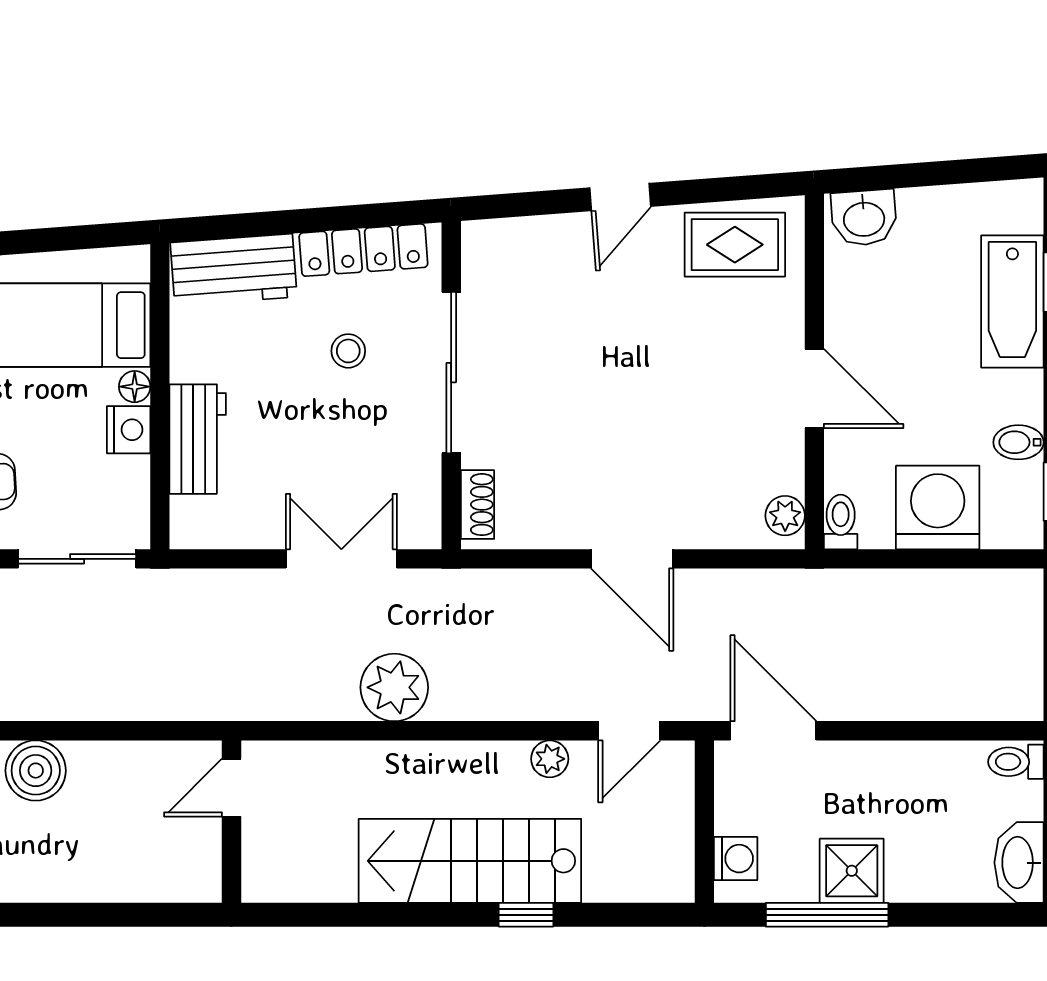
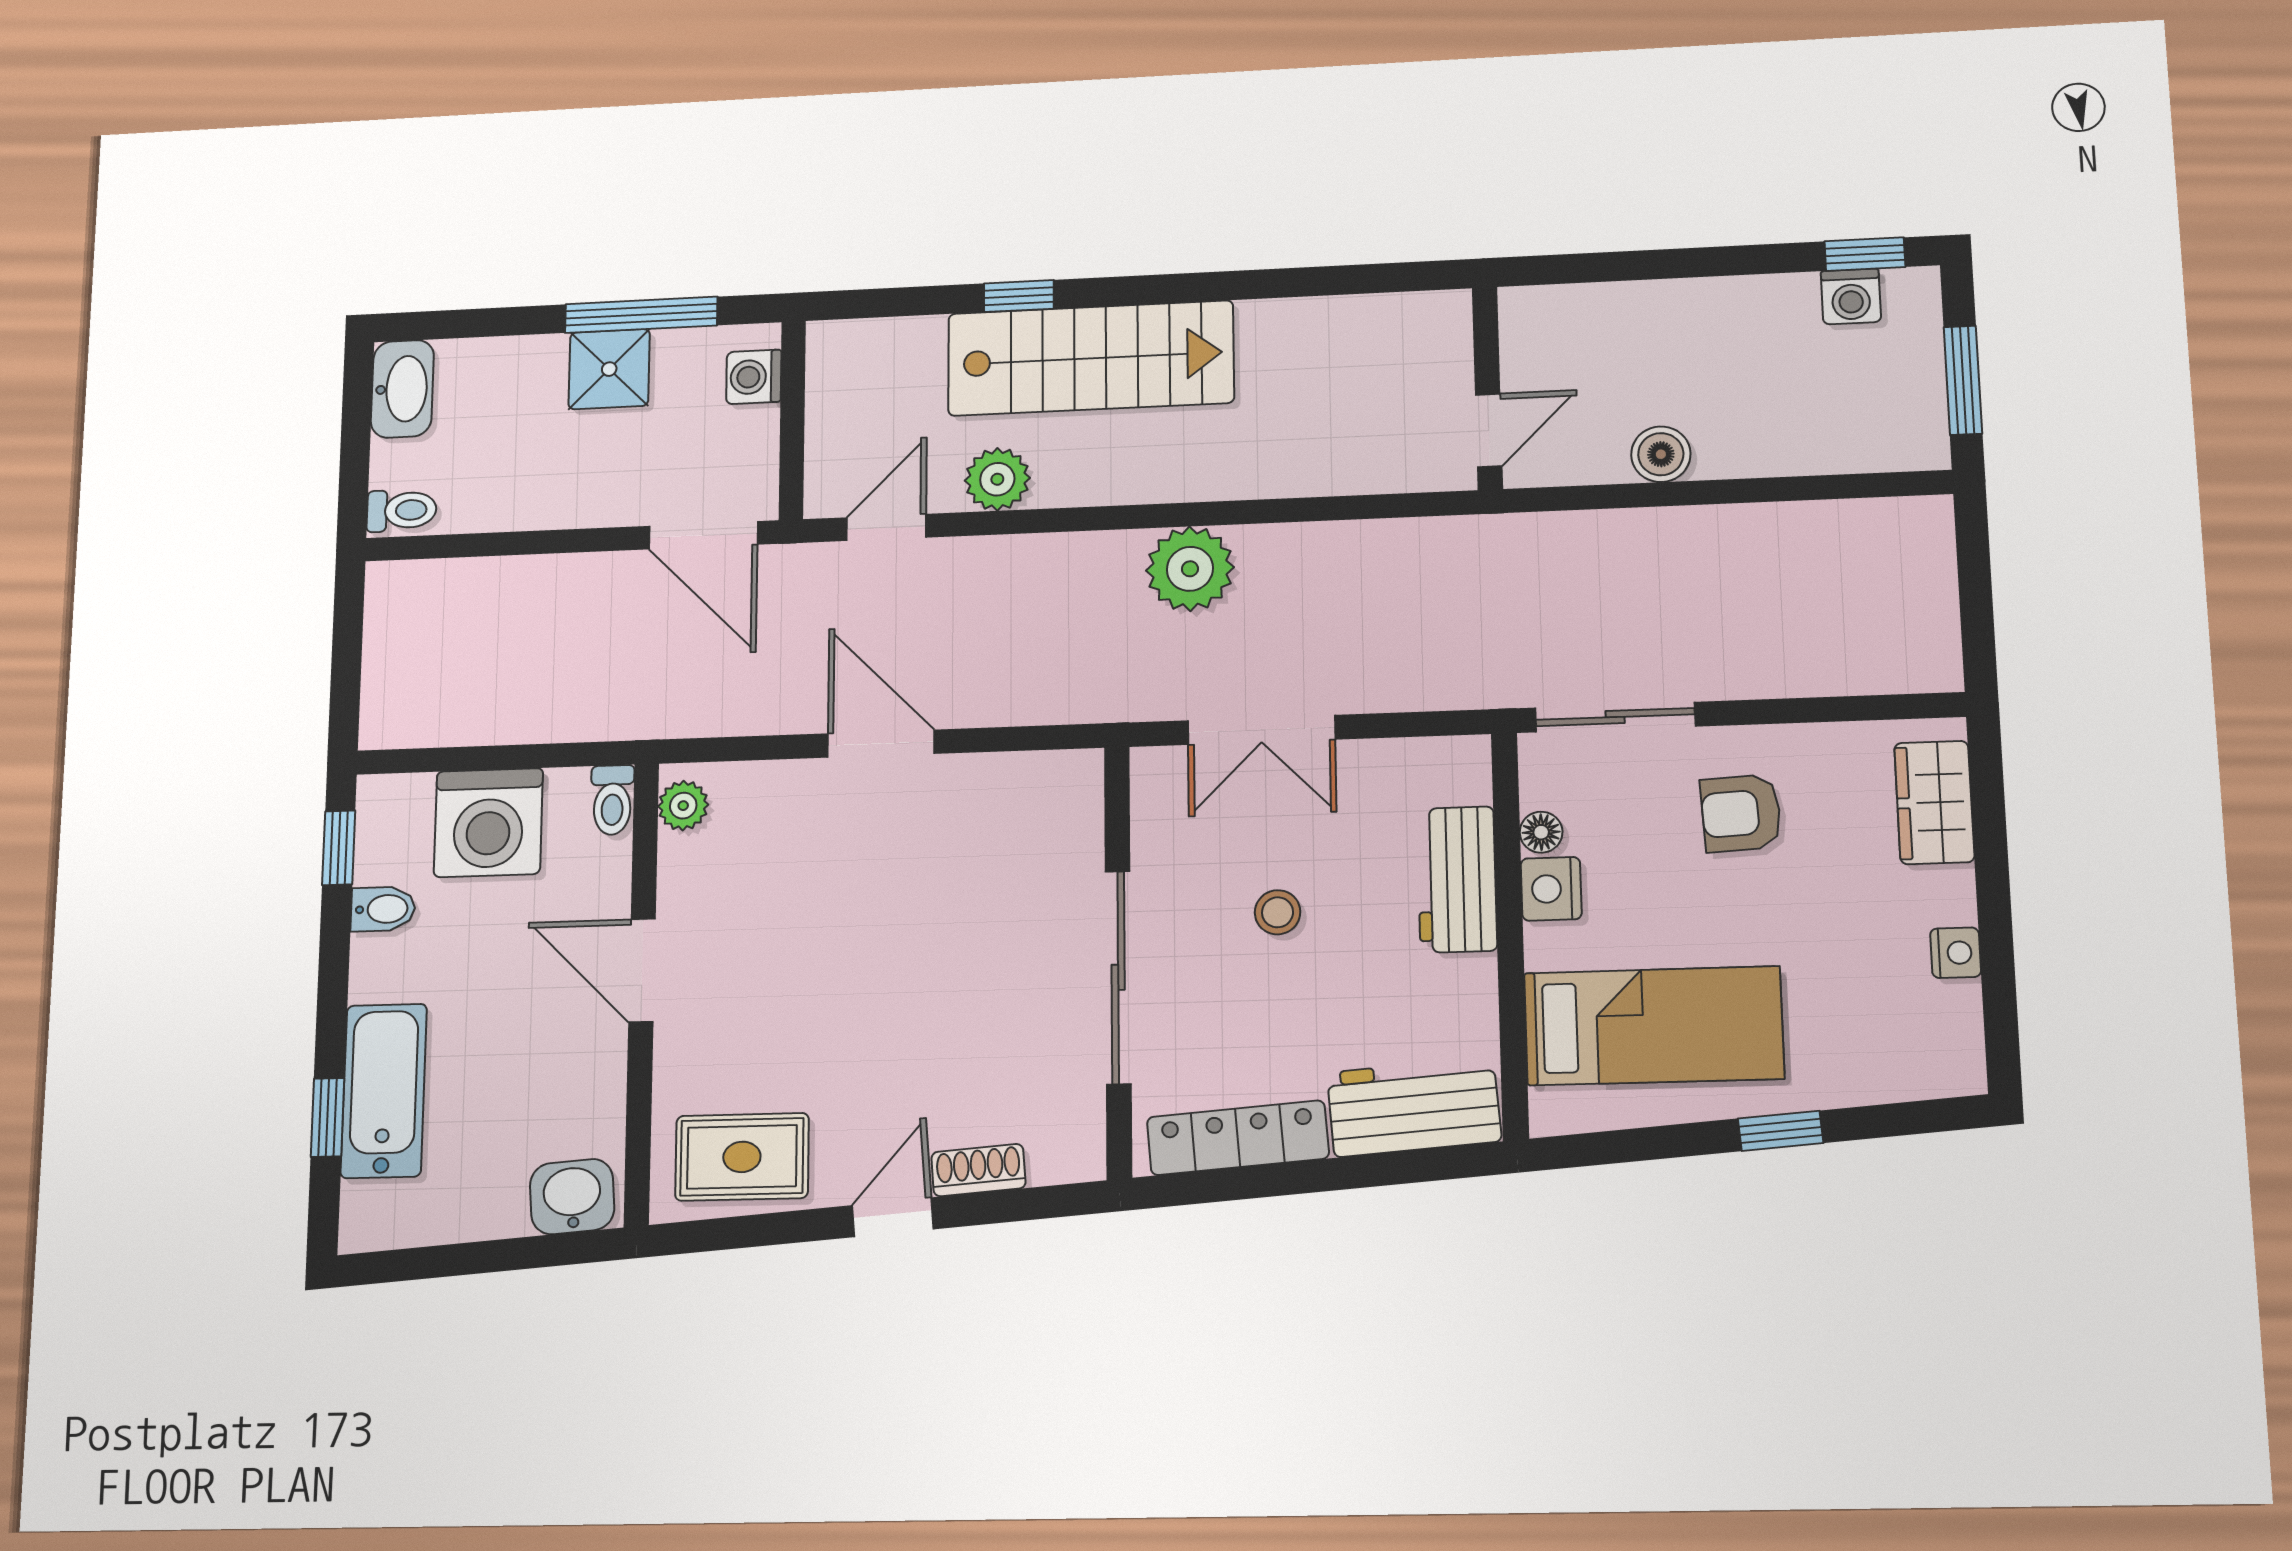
stool: (348, 351) -> (1278, 912), moved
floor lamp: (135, 387) -> (1541, 832), moved
shoe rack: (478, 505) -> (978, 1170), moved, turned 86
plant: (550, 759) -> (997, 479), width x1.38, depth x1.38
boiler: (36, 771) -> (1661, 454), width x0.73, depth x0.73
door: (232, 788) -> (1489, 430), moved
wall: (232, 822) -> (1487, 388), moved

